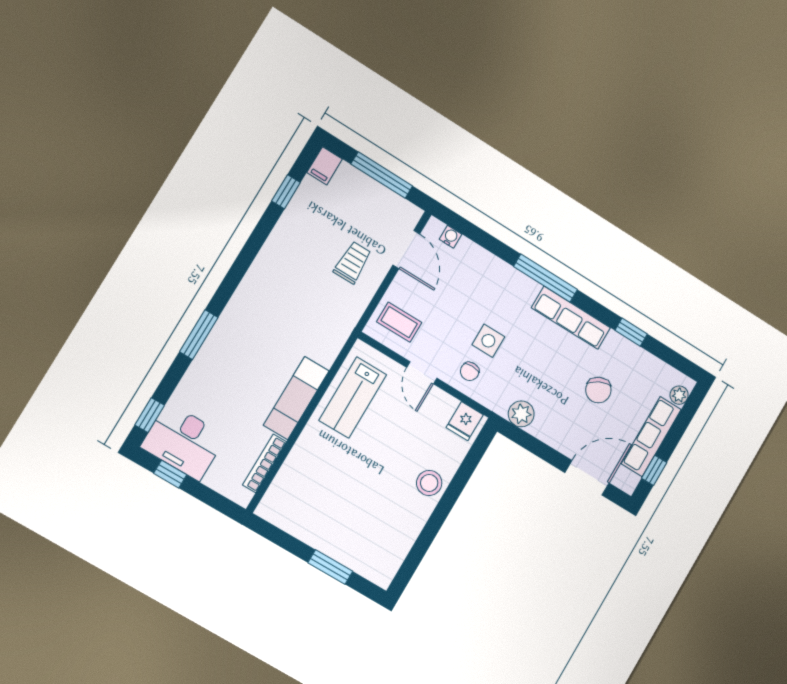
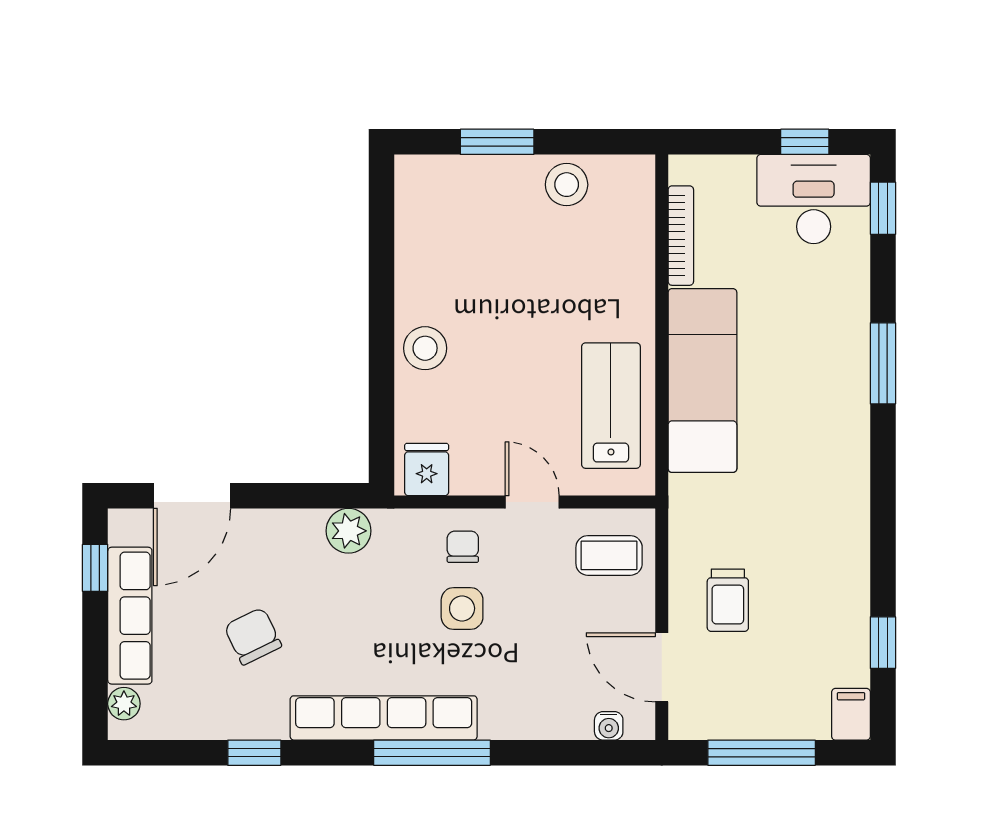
row of seats: (571, 318) -> (384, 718), width x1.36
exam couch: (296, 398) -> (702, 380), width x1.36, depth x1.45
stool: (308, 524) -> (567, 185), added

